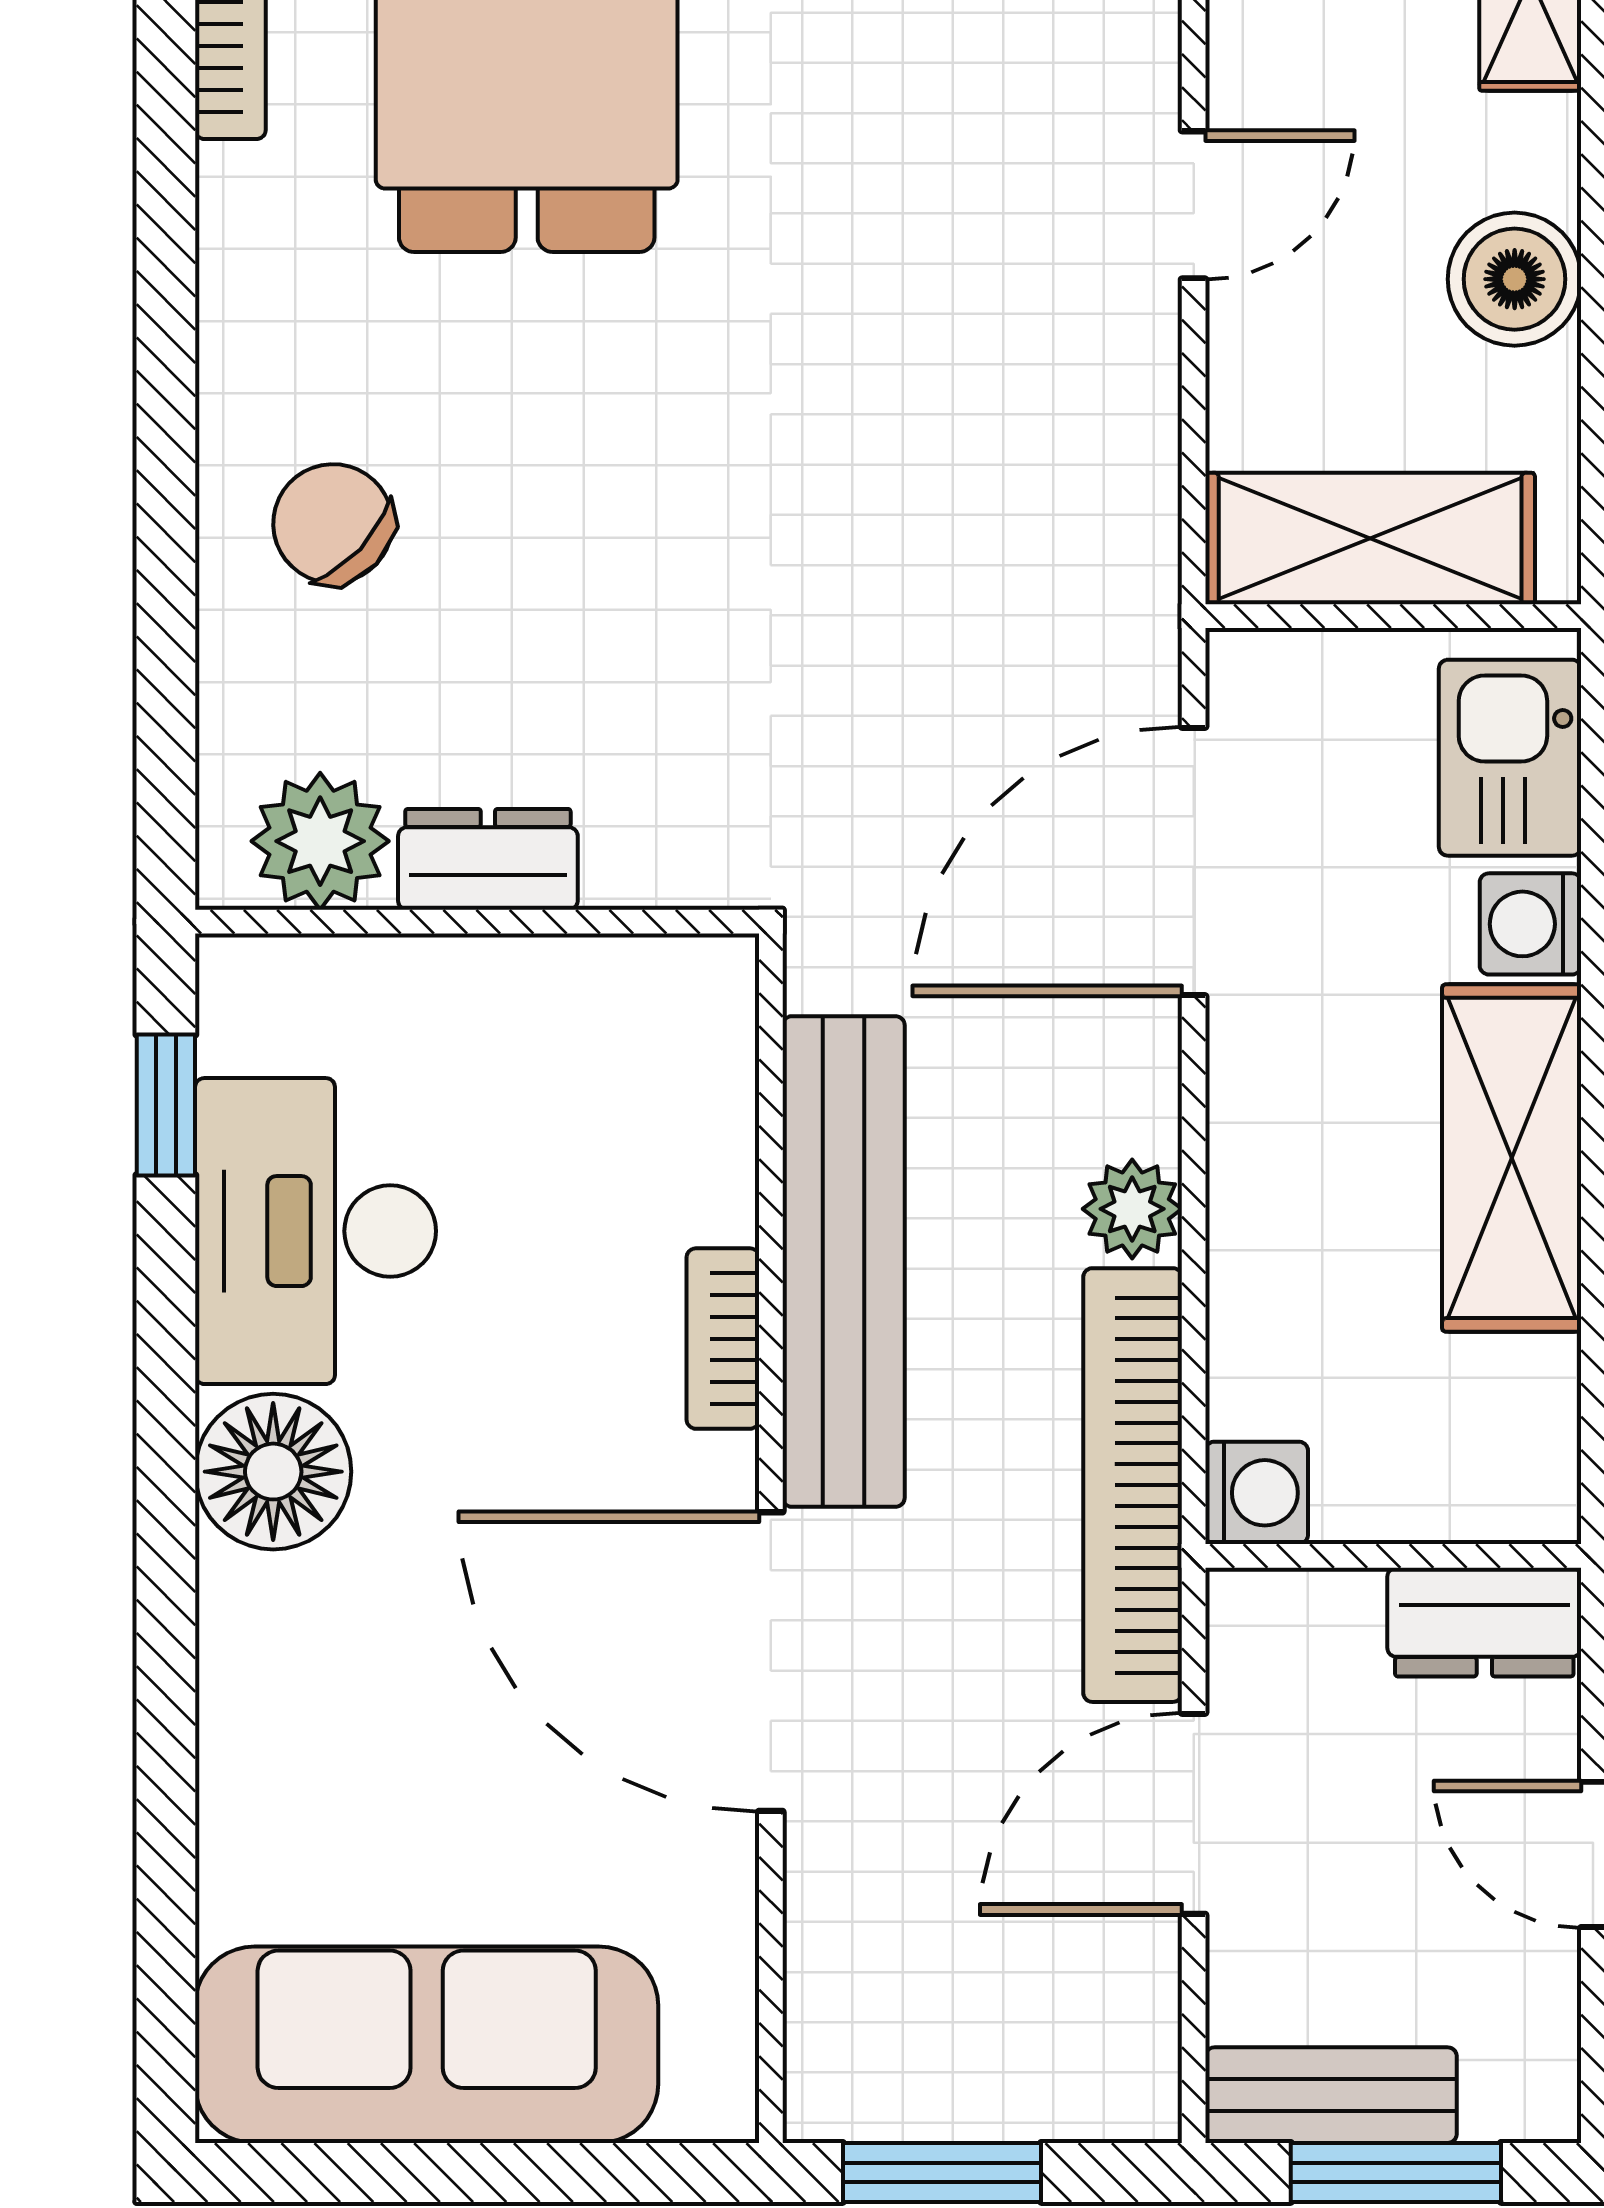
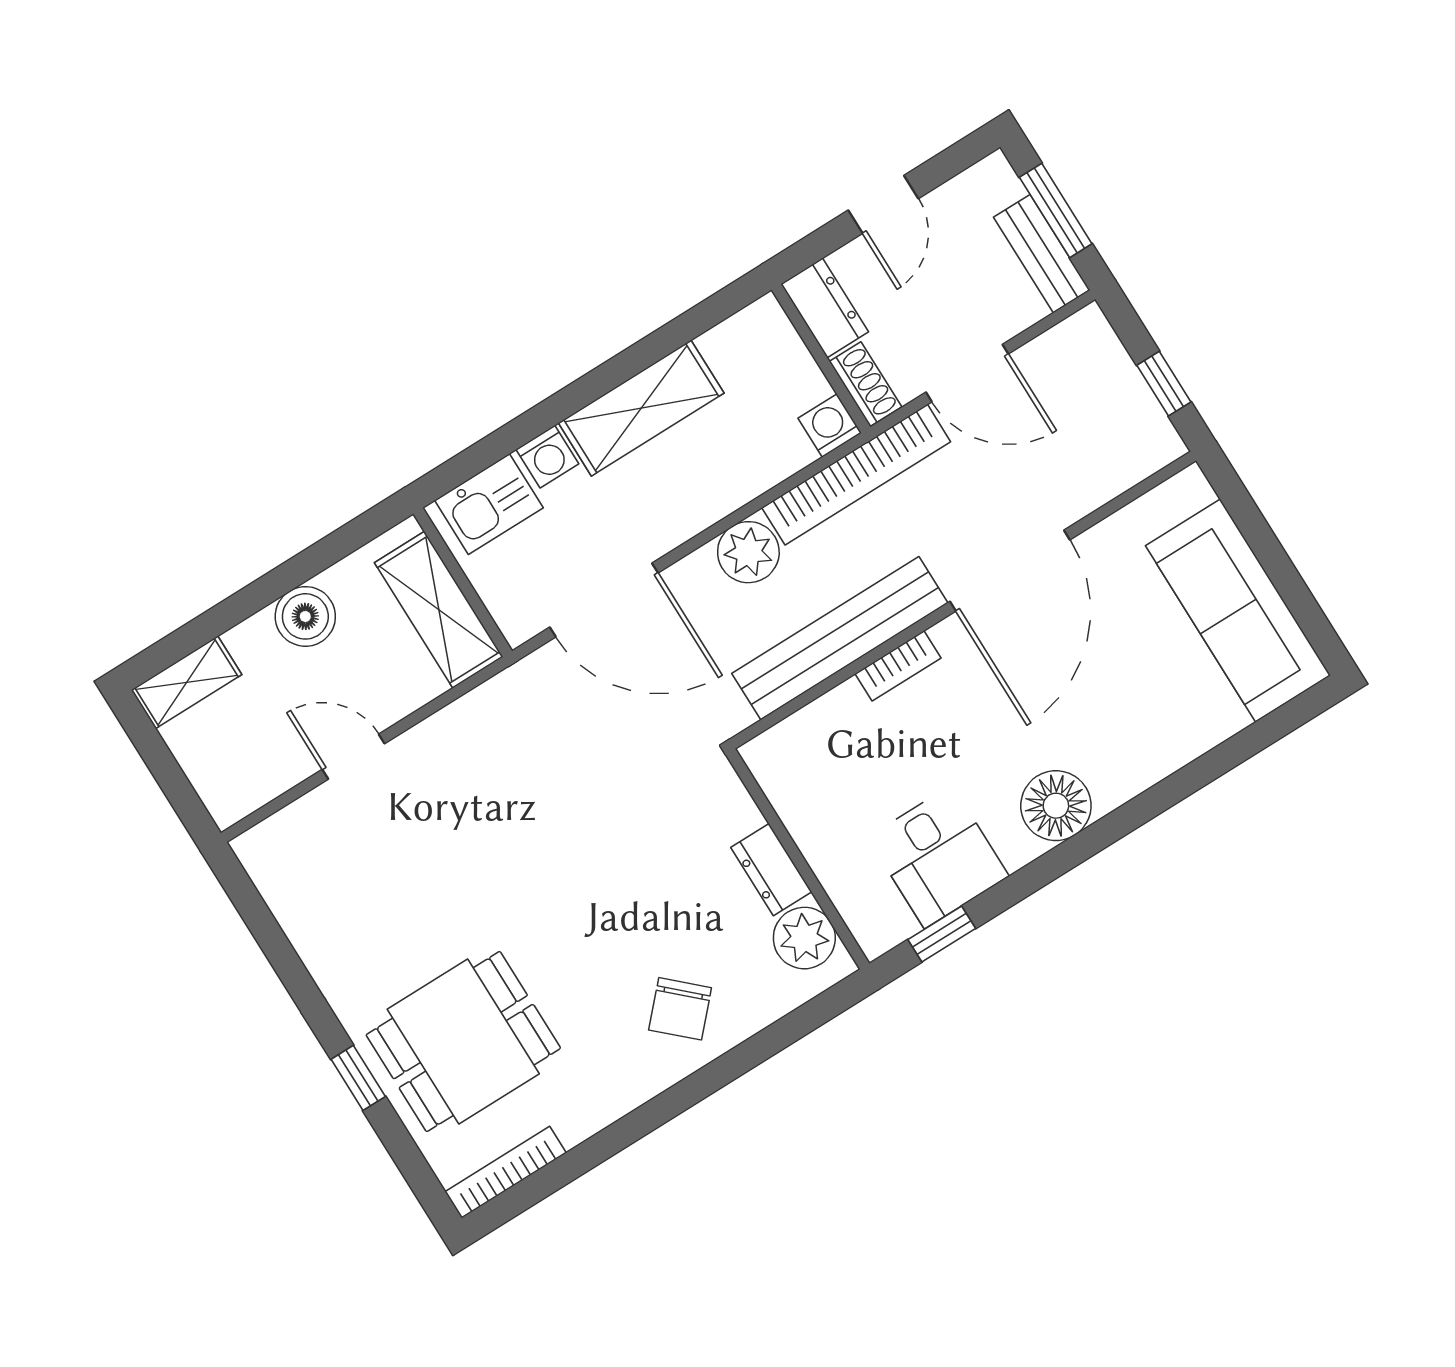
plant: (1132, 1209) -> (748, 552), width x1.38, depth x1.38
desk: (316, 1231) -> (938, 857), width x0.73
shoe rack: (1292, 1609) -> (866, 384), added
window: (942, 2172) -> (1164, 384), width x0.67

